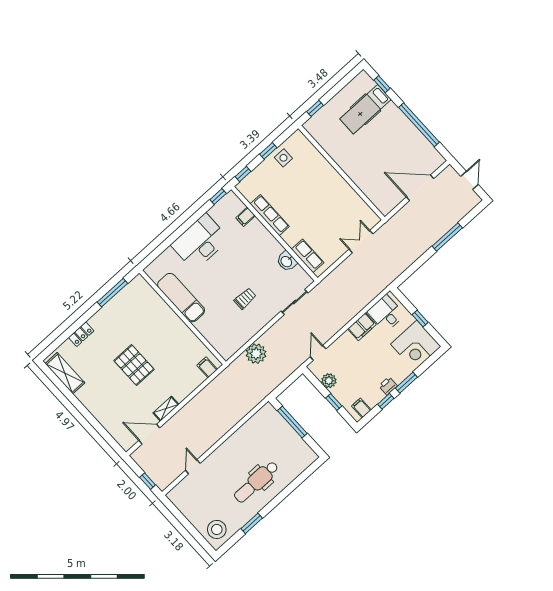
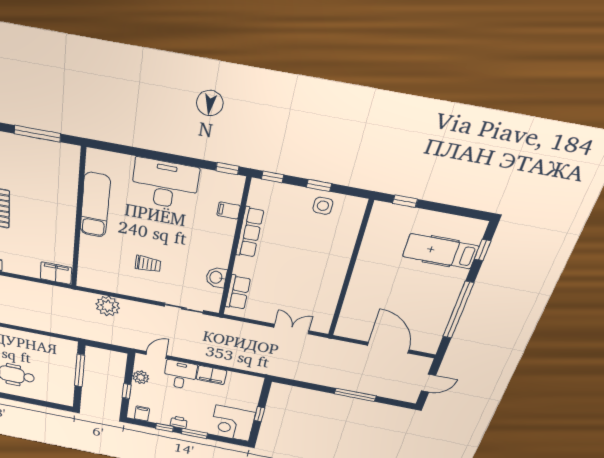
desk: (386, 313) -> (180, 375), moved
filing cabinet: (207, 367) -> (56, 273), width x2.00

